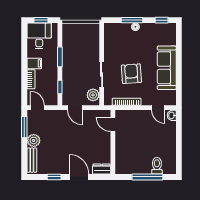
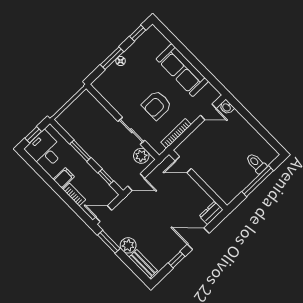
armchair: (131, 74) -> (157, 105), turned -86

